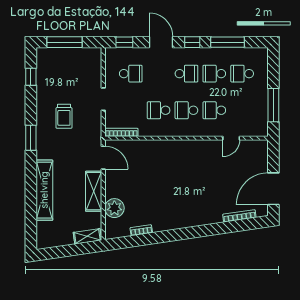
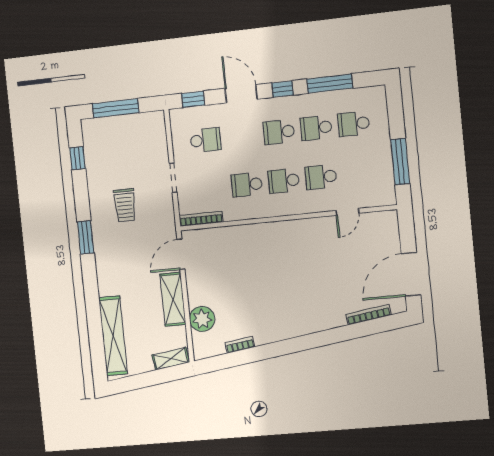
school desk: (186, 74) -> (279, 132), turned 180
door: (103, 158) -> (181, 254), swing flipped
shelving: (44, 190) -> (113, 336), moved

